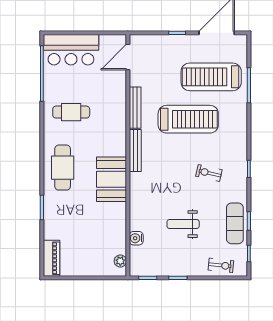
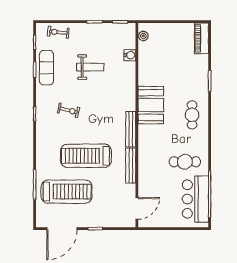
bar counter: (71, 50) -> (195, 199), moved, turned -90
cafe table: (63, 168) -> (192, 115), width x0.73, depth x0.74

